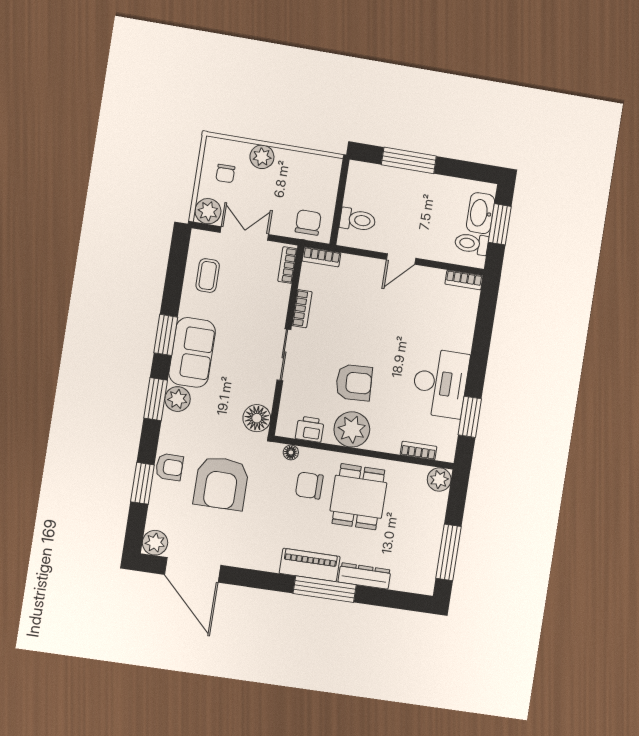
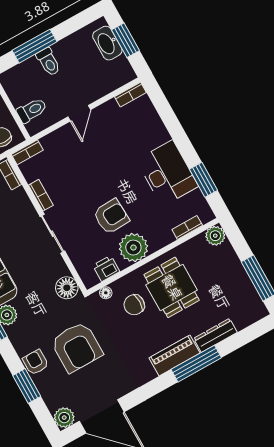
toilet: (472, 244) -> (48, 62), moved, turned -90
armchair: (169, 467) -> (36, 362), turned -90

